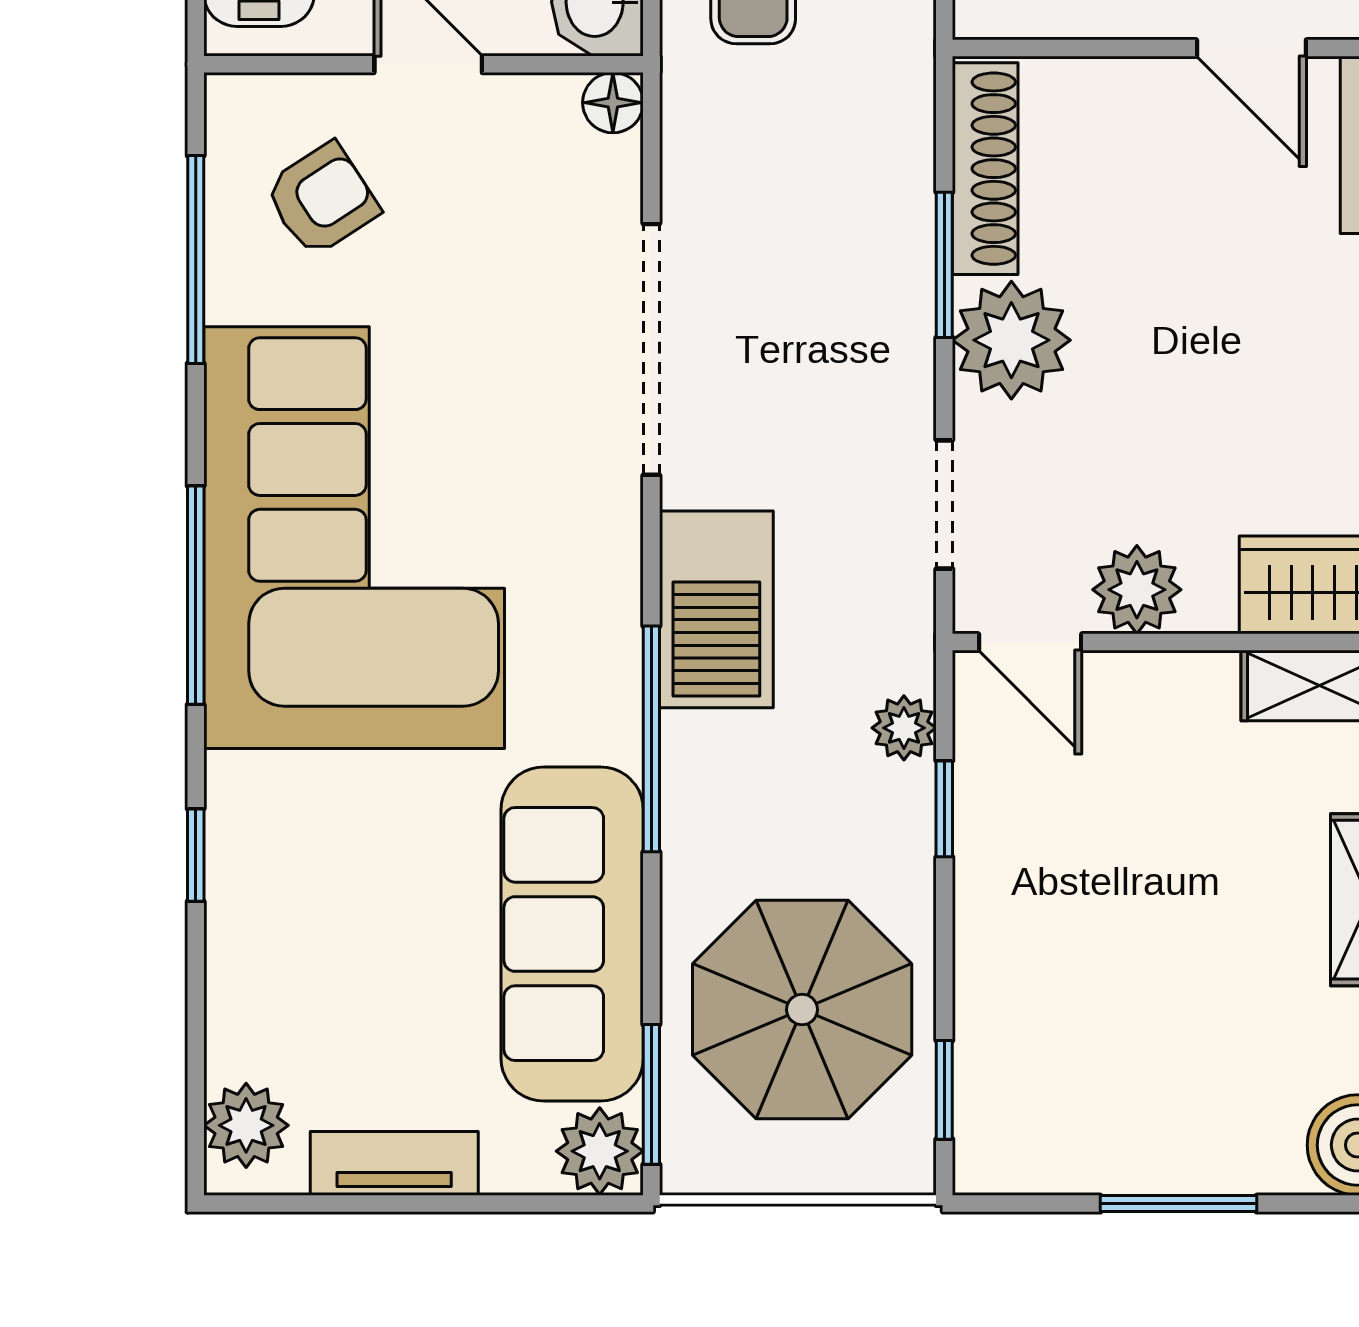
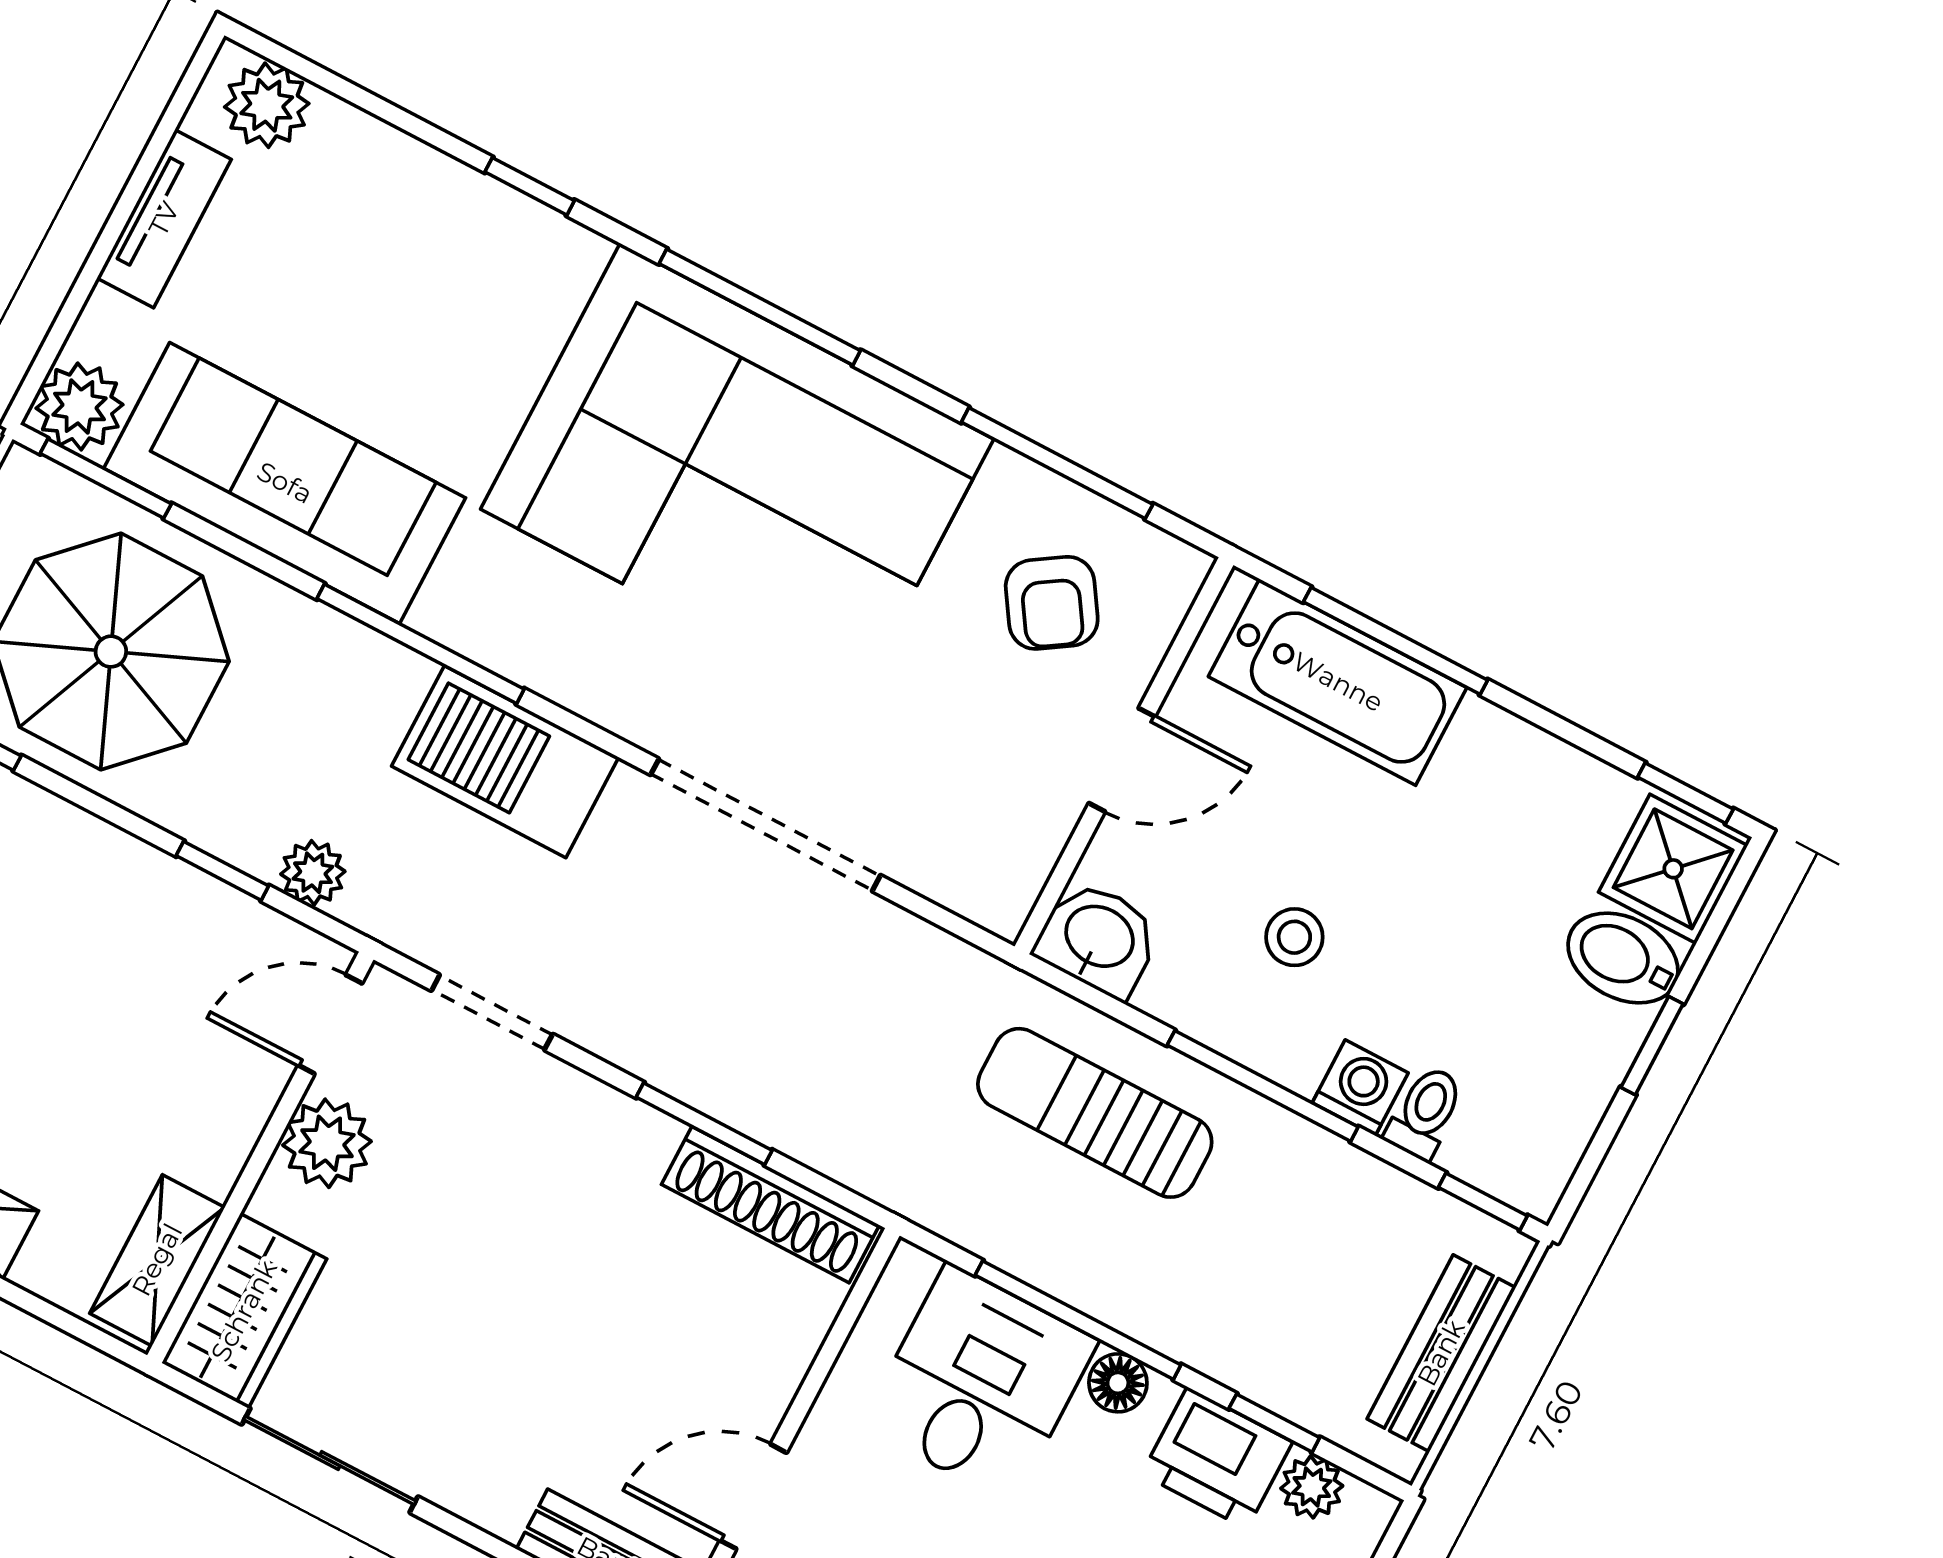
floor lamp: (613, 103) -> (1002, 906), removed
plant: (1011, 340) -> (606, 1148), removed

